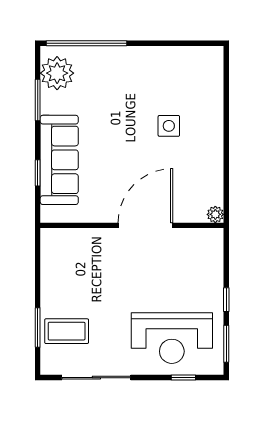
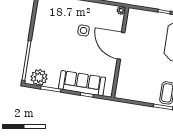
side table: (169, 126) -> (84, 30), moved

